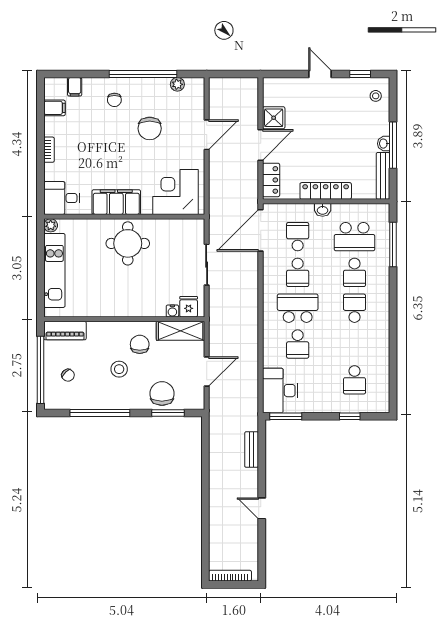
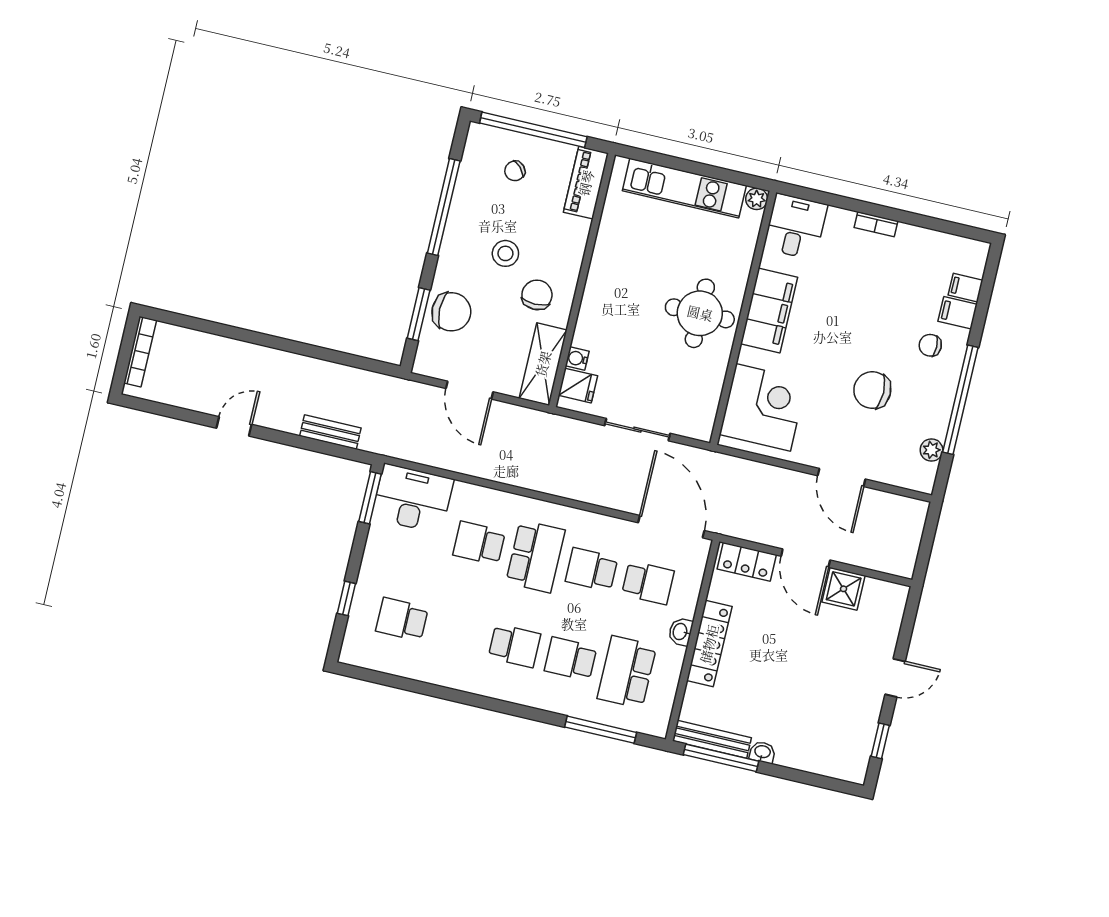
stool: (376, 96) -> (840, 757), removed
filing cabinet: (55, 108) -> (958, 313), moved, turned 90
window: (393, 145) -> (721, 758), moved
chair: (140, 344) -> (537, 295), turned -90

